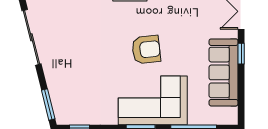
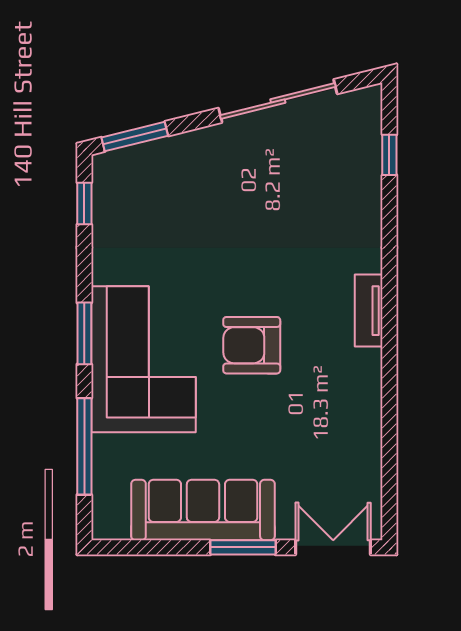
armchair: (146, 50) -> (252, 345), turned 96
window: (241, 54) -> (243, 547), width x1.50

